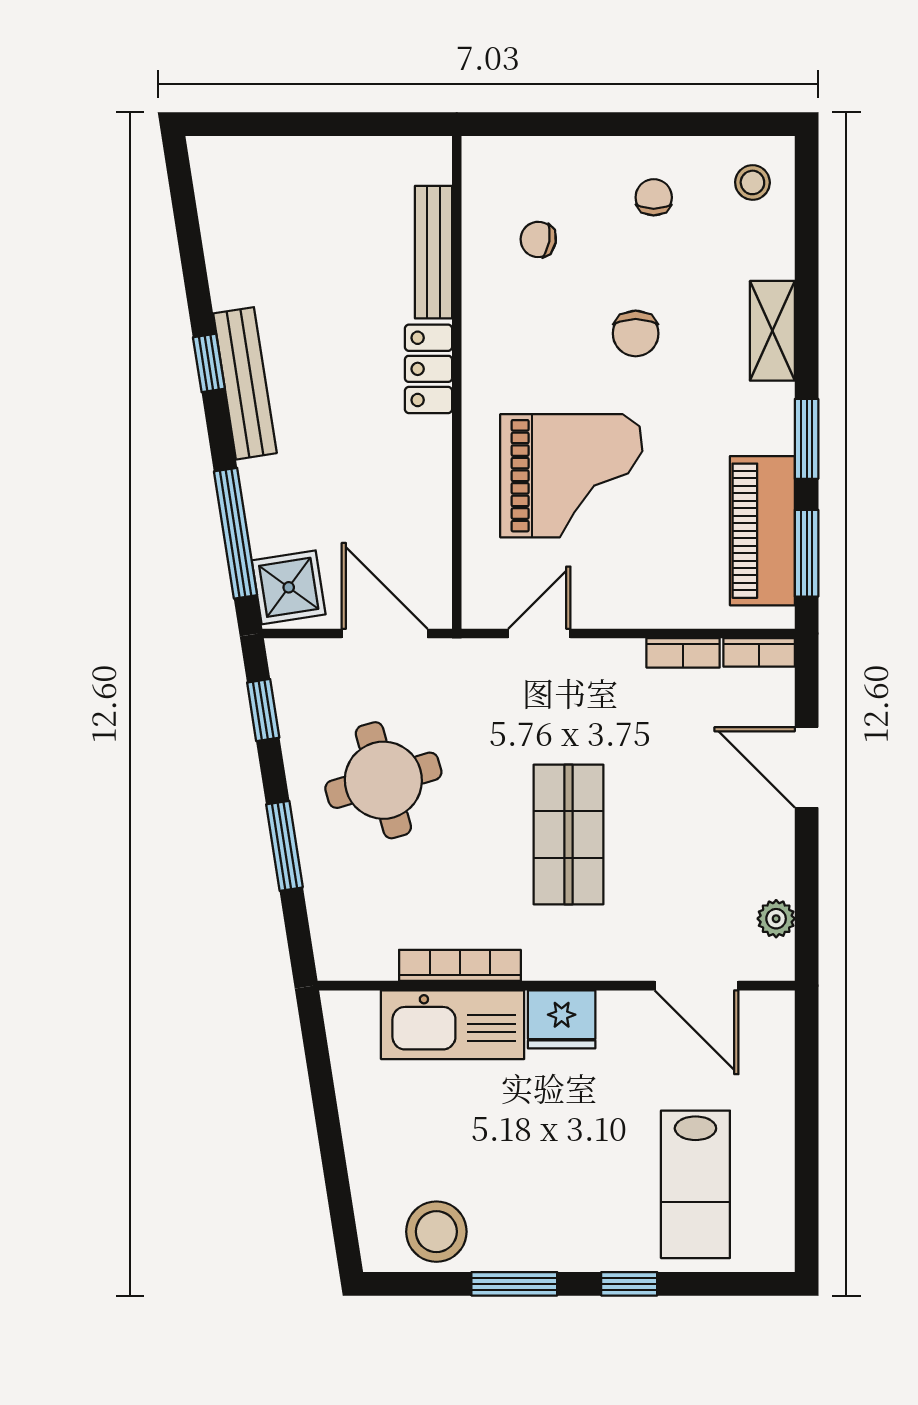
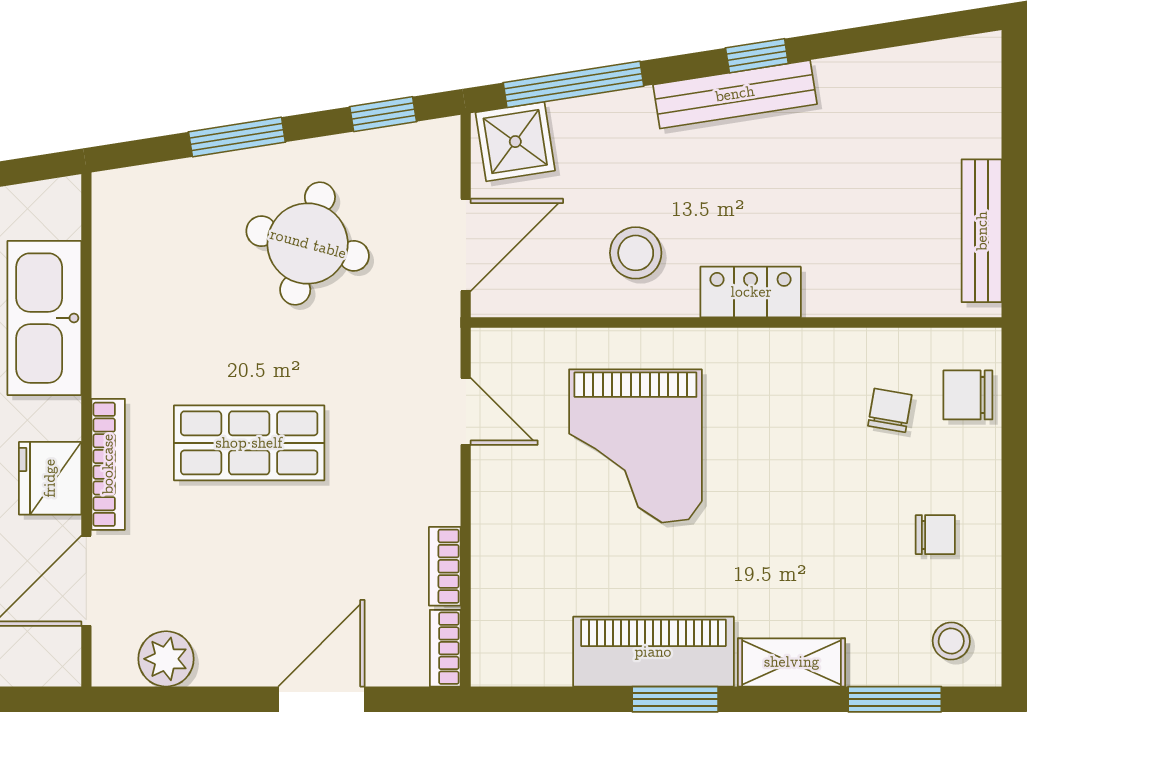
bench: (433, 252) -> (982, 231), moved, turned 90
chair: (636, 333) -> (968, 395), moved
stool: (392, 476) -> (636, 253), added
piano: (762, 531) -> (653, 652), moved
window: (807, 553) -> (895, 699), moved
round table: (383, 780) -> (308, 244), turned 31
plant: (776, 919) -> (166, 659), width x1.38, depth x1.38
bookcase: (460, 965) -> (108, 464), moved
fridge: (562, 1019) -> (50, 478), moved

